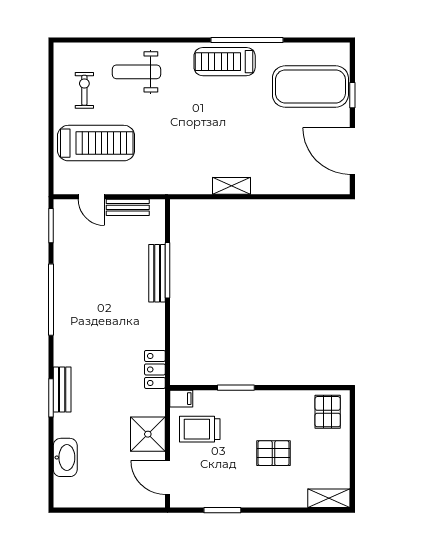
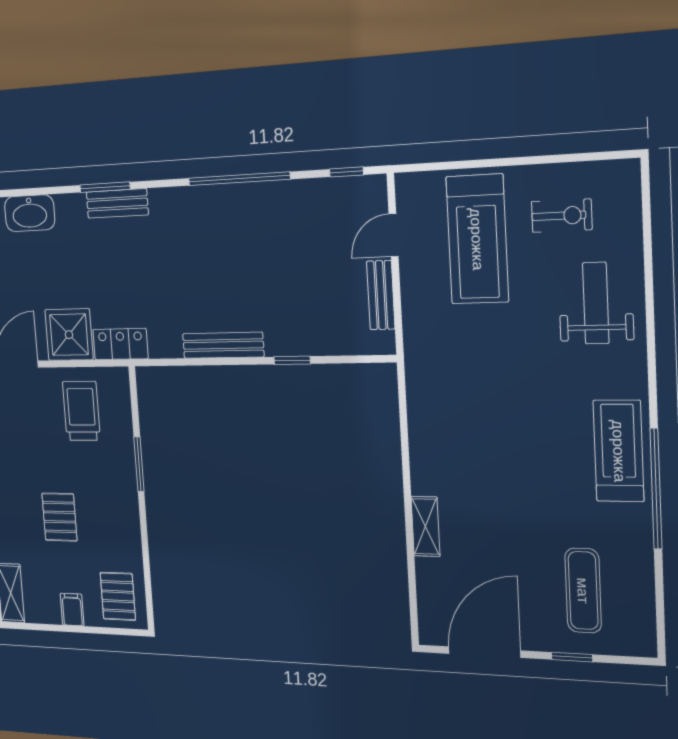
exercise mat: (310, 86) -> (583, 591), width x0.50, depth x0.69
shelving: (231, 186) -> (425, 526), moved
window: (51, 226) -> (346, 172), width x0.67
window: (168, 270) -> (292, 360), width x0.46
bench: (157, 273) -> (223, 345), moved
locker: (155, 369) -> (120, 344), moved
filing cabinet: (181, 399) -> (72, 610), moved, turned 180
pallet: (328, 412) -> (118, 596), turned 90

